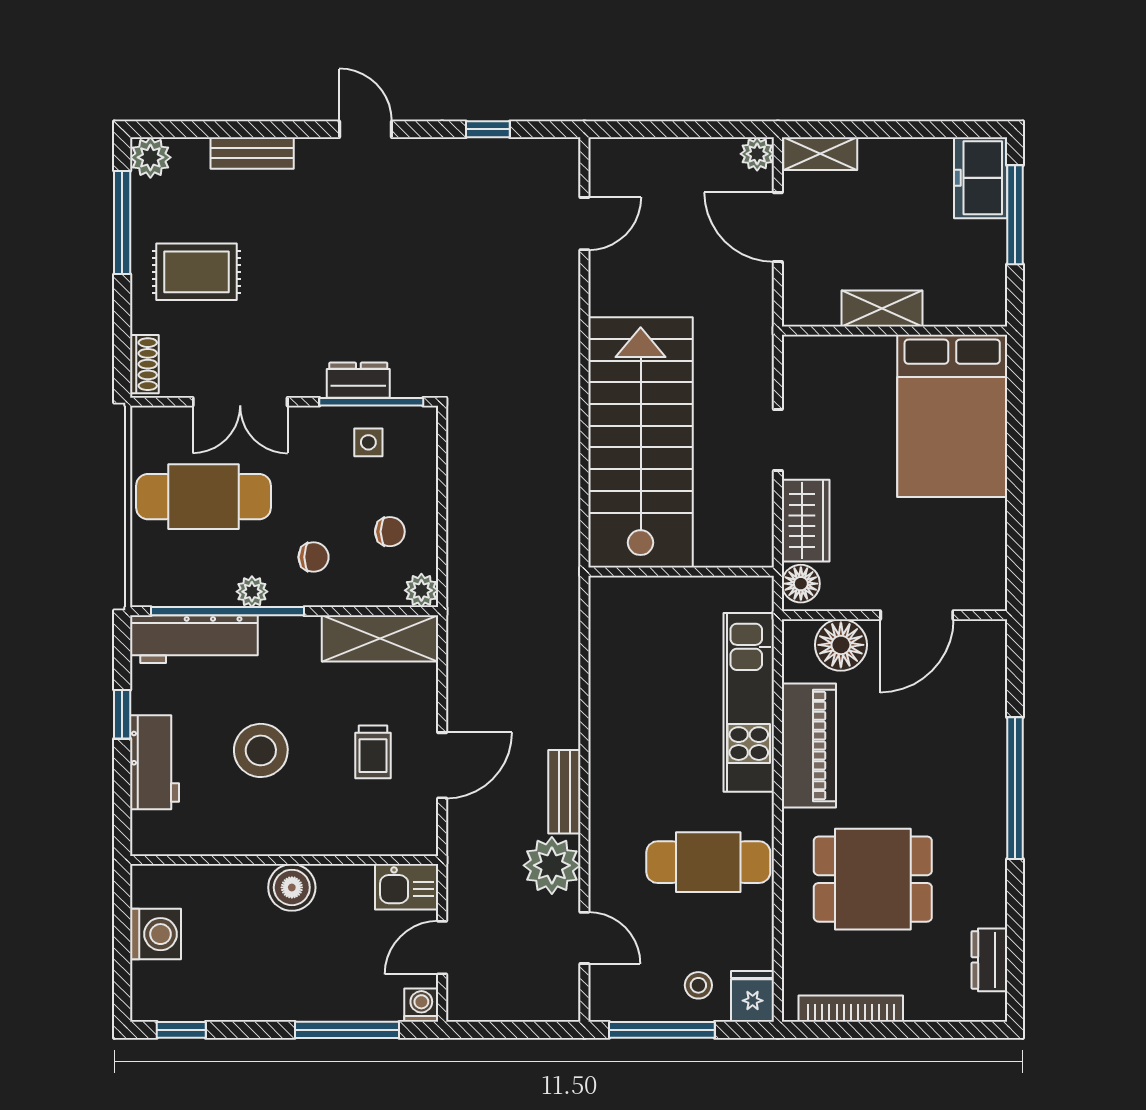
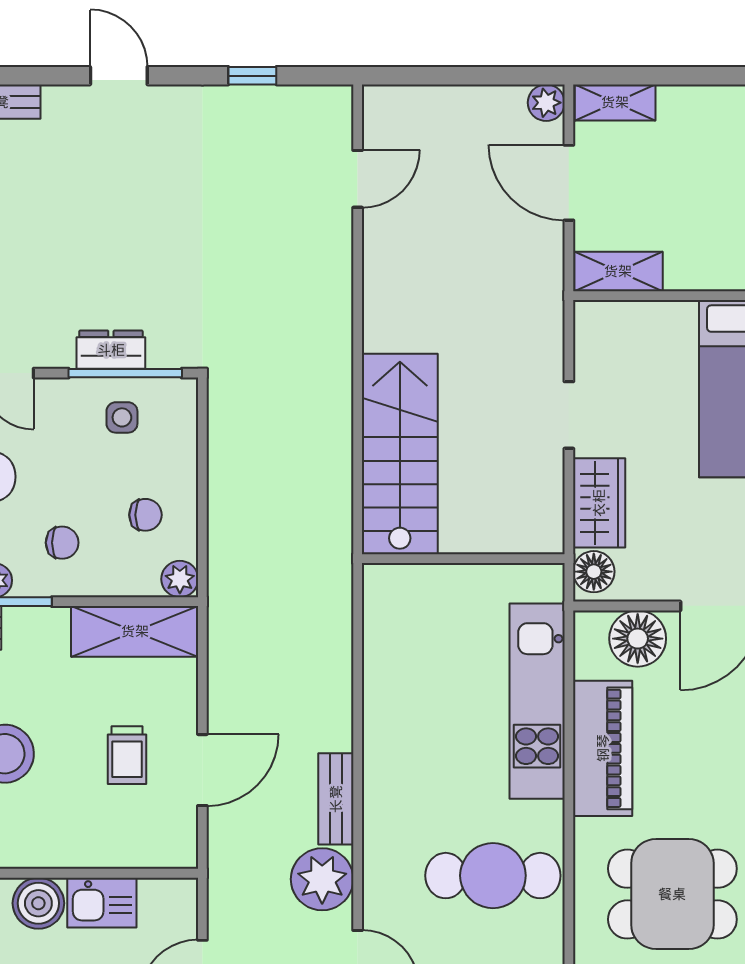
shelving: (882, 308) -> (618, 271), moved
stairs: (641, 442) -> (400, 454), width x0.73, depth x0.66
kitchen sink: (407, 887) -> (102, 903), moved

